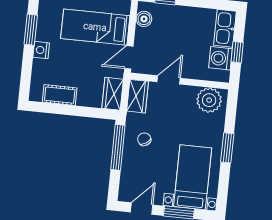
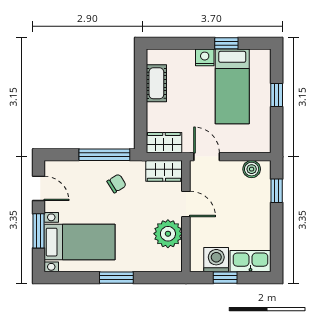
bed: (95, 27) -> (232, 86), moved, turned 180
window: (31, 30) -> (226, 43), width x0.67
plant: (209, 100) -> (168, 234), moved

